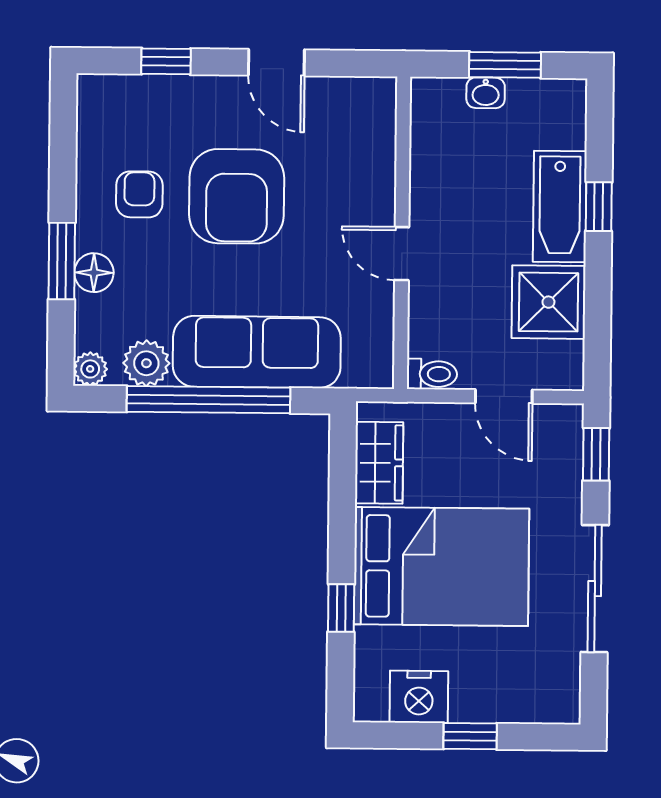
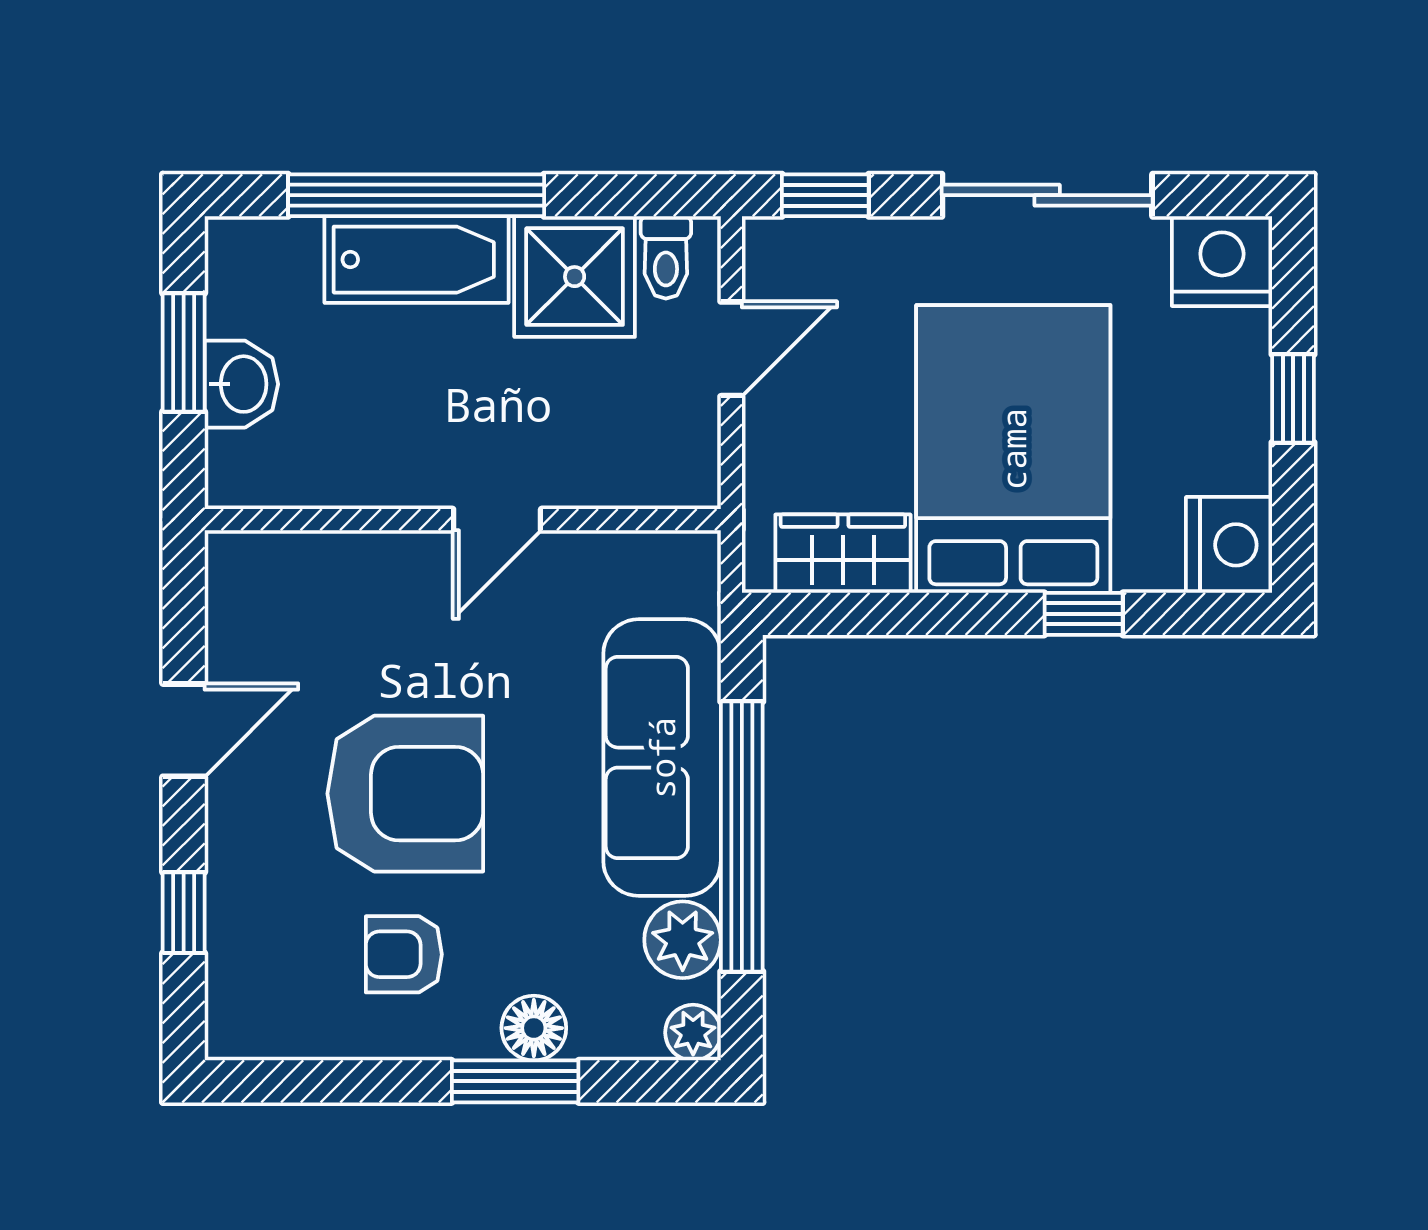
washbasin: (486, 93) -> (241, 384), width x1.38, depth x1.45
window: (599, 207) -> (416, 195), width x3.17
toilet: (432, 374) -> (666, 257), moved, turned 180
nightstand: (554, 694) -> (1222, 261), added
nightstand: (419, 697) -> (1229, 545), moved

